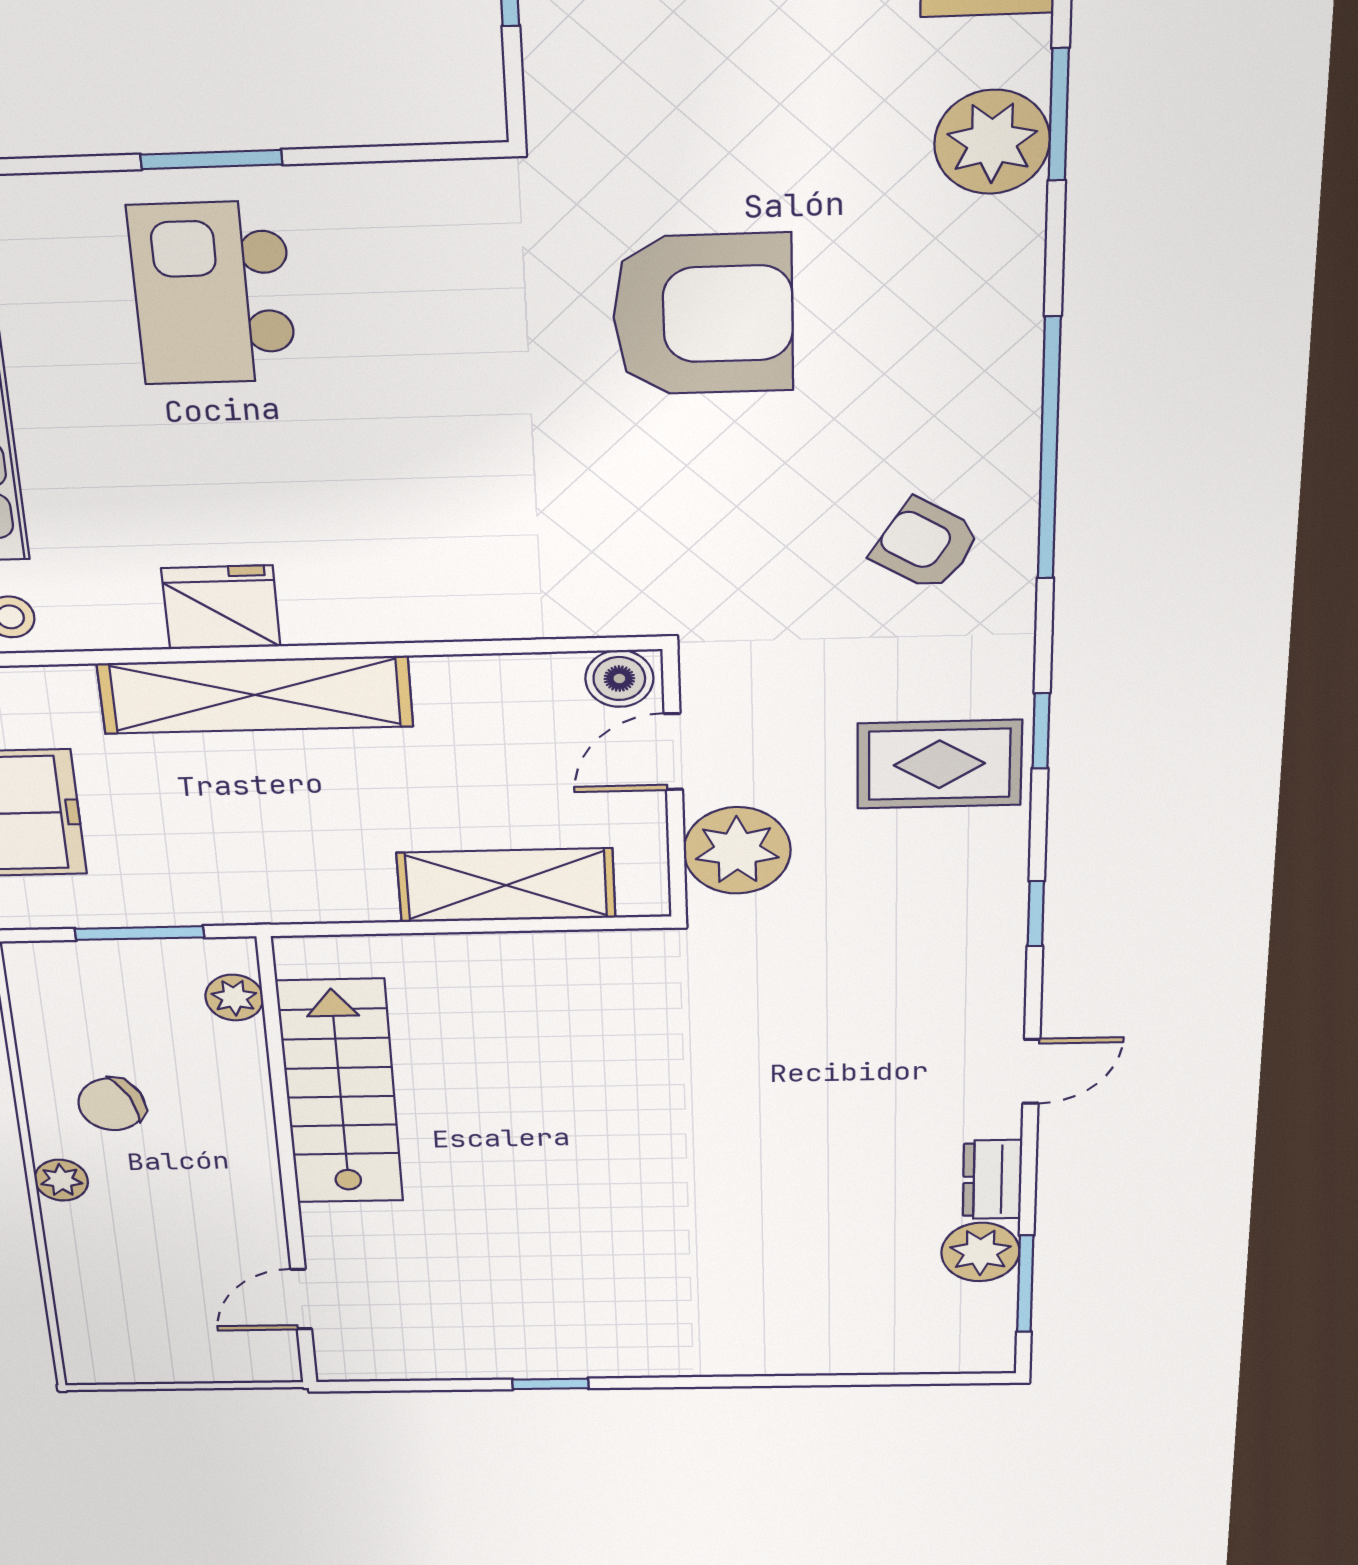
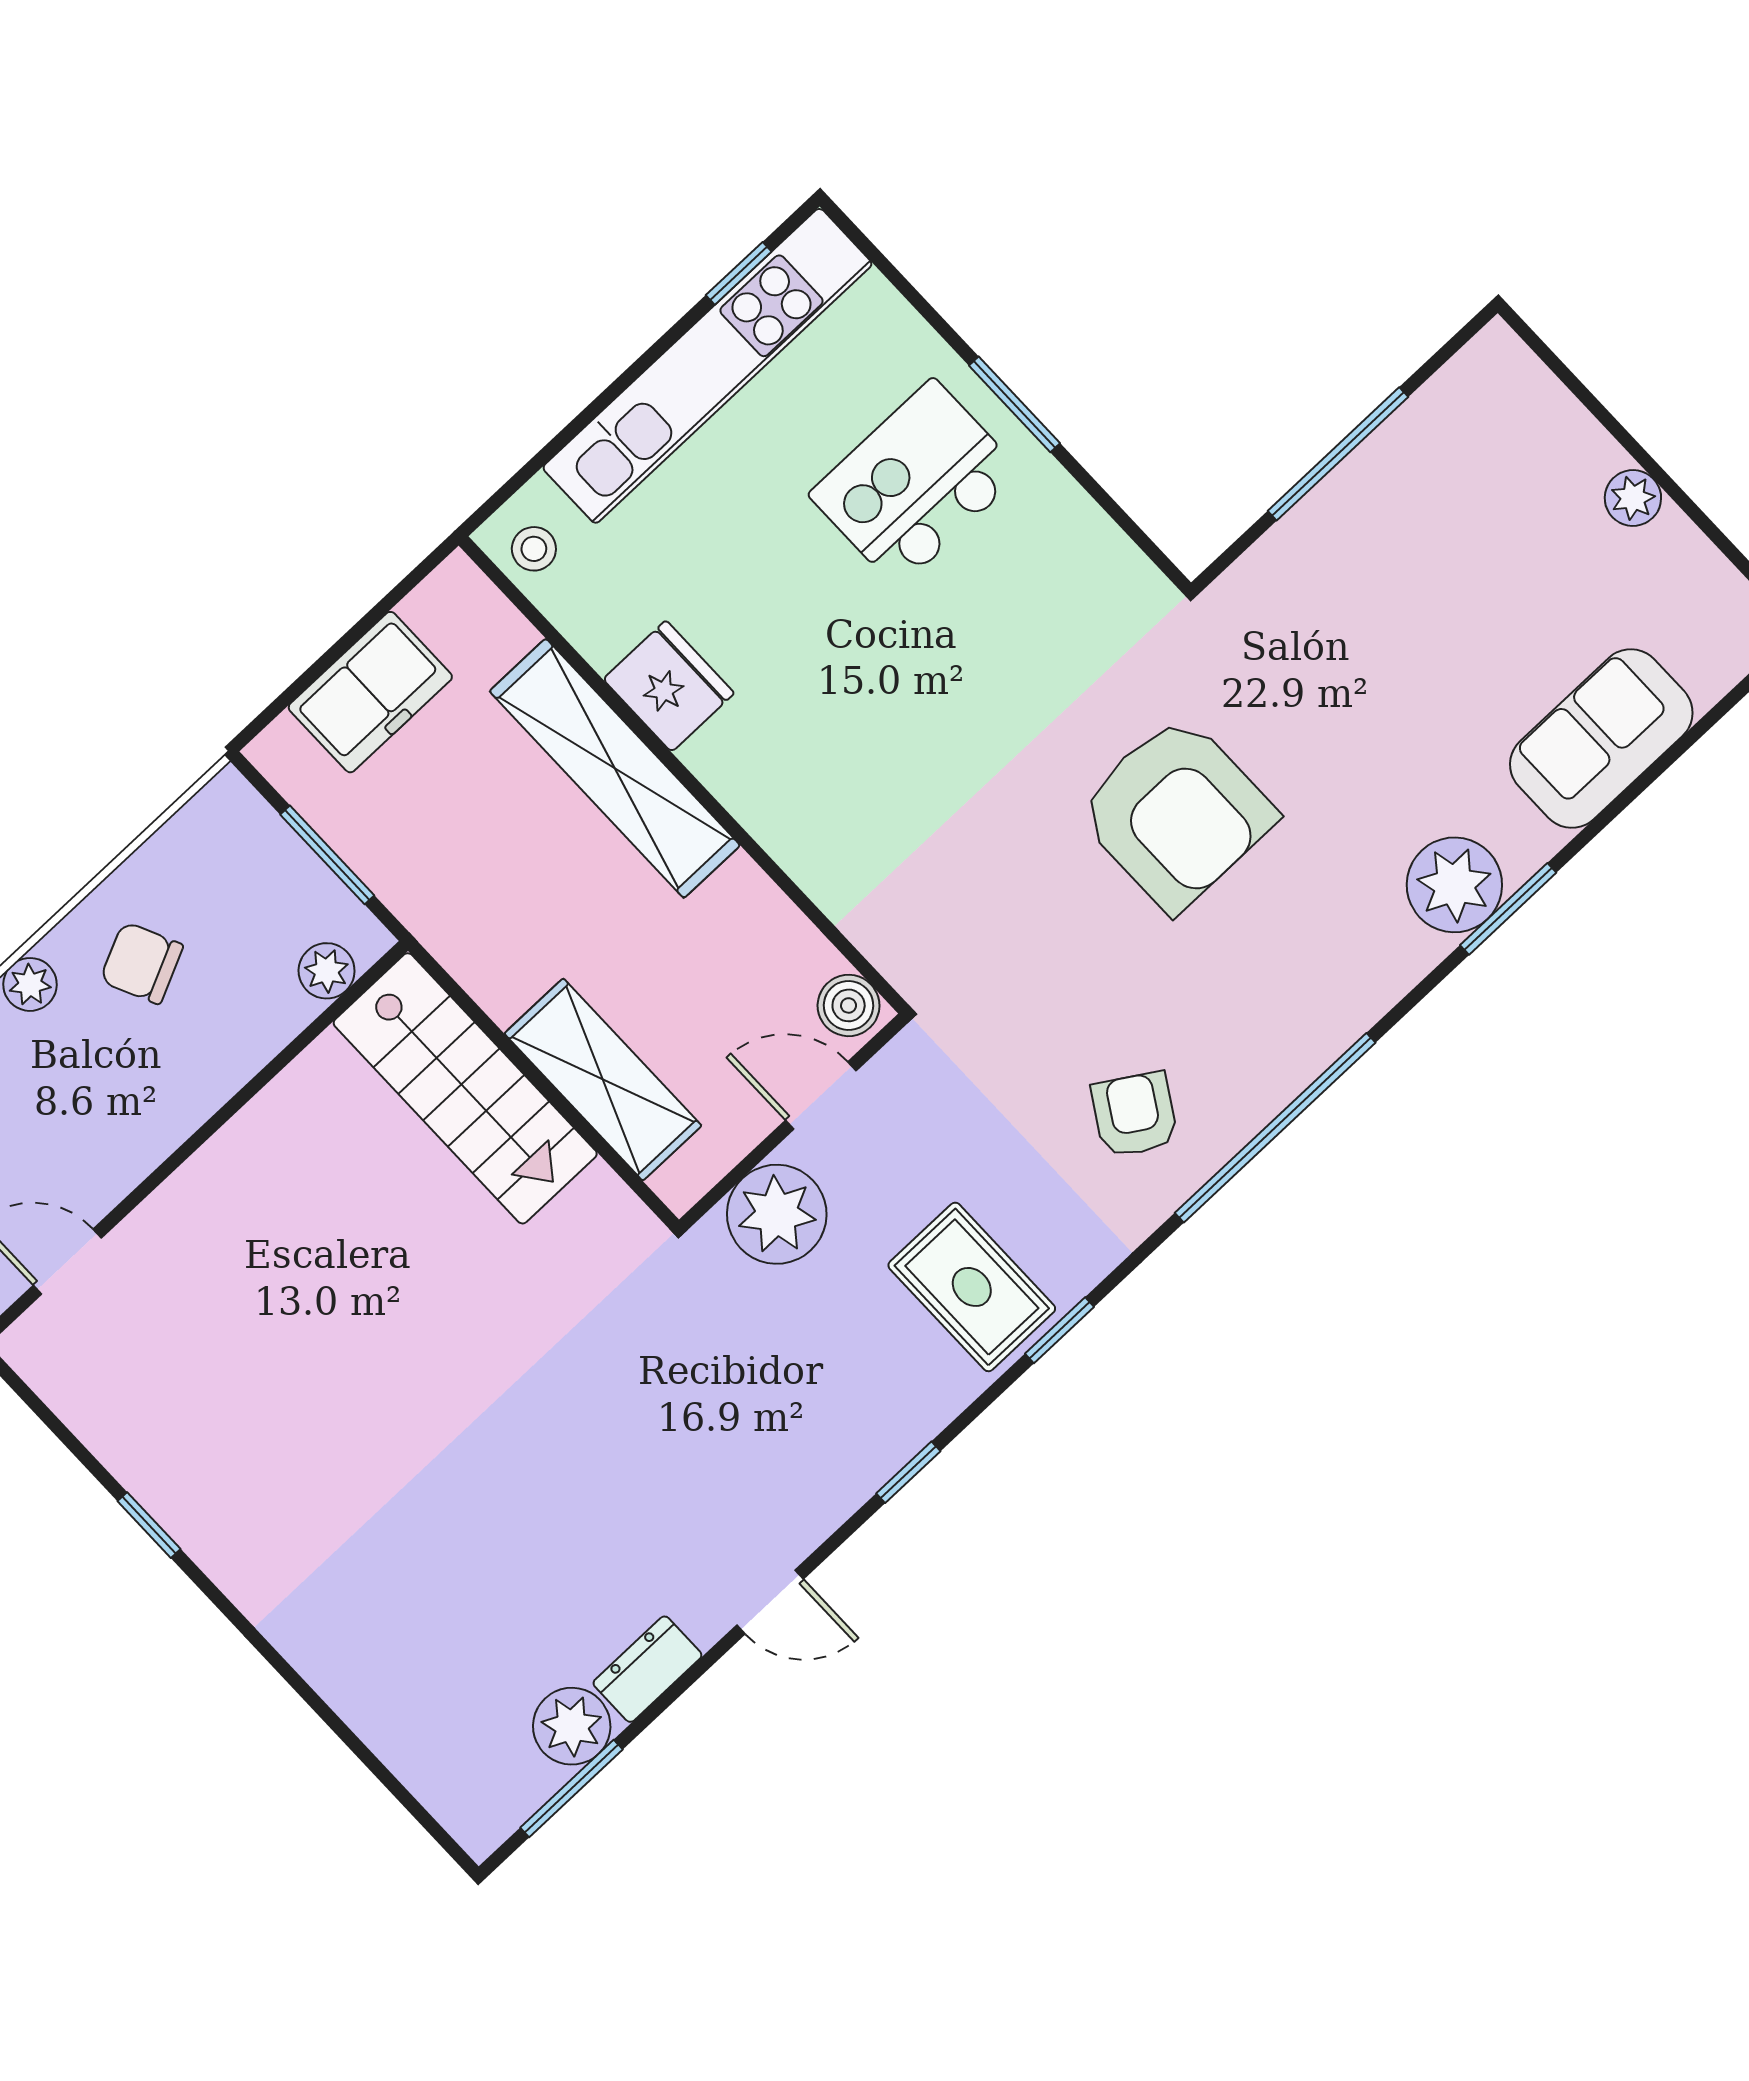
stairs: (340, 1092) -> (465, 1088), moved, turned 90

